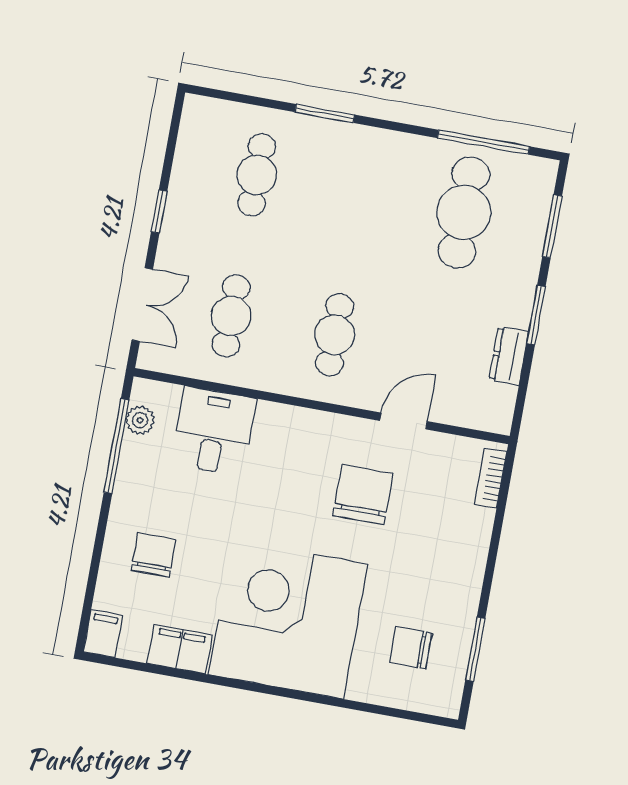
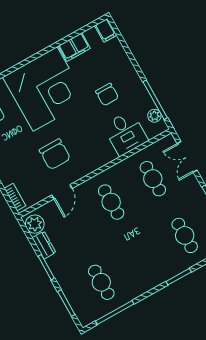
cafe table: (464, 212) -> (101, 282), width x0.73, depth x0.74
plant: (495, 404) -> (35, 224), added
chair: (154, 555) -> (107, 95), moved

